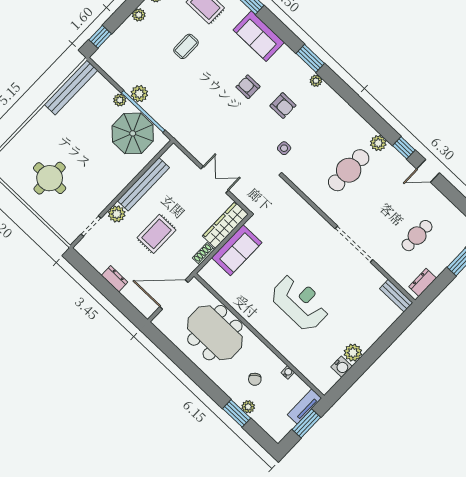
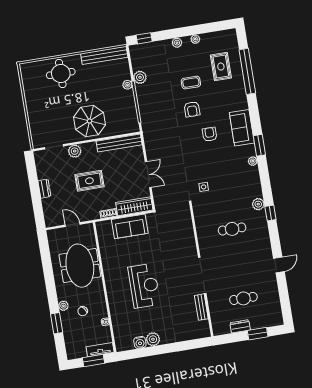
sofa: (259, 36) -> (242, 128), moved
plant: (139, 94) -> (140, 77), moved
armchair: (283, 106) -> (192, 109), moved
parasol: (133, 133) -> (90, 121), moved
plant: (378, 143) -> (258, 204), moved
window: (404, 148) -> (270, 213), moved
cafe table: (349, 170) -> (232, 229), width x0.73, depth x0.74
door: (428, 171) -> (279, 265), swing flipped
round table: (50, 178) -> (61, 73), moved
bench: (143, 184) -> (119, 143), moved
dresser: (423, 282) -> (240, 326), moved
door: (174, 295) -> (73, 225), width x0.53
bench: (396, 296) -> (201, 307), moved
plant: (248, 407) -> (63, 306), moved

